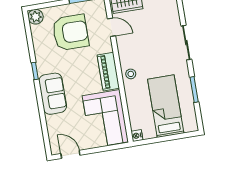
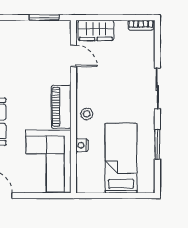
armchair: (70, 32) -> (25, 54), removed
nightstand: (137, 136) -> (82, 145), moved

